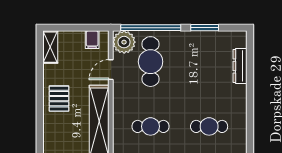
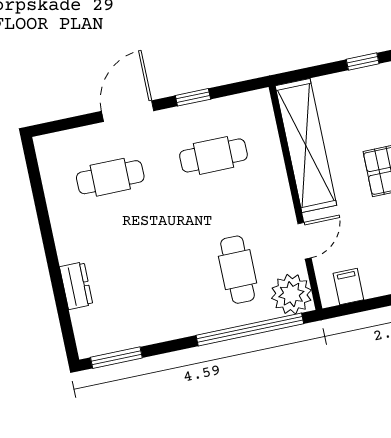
window: (205, 28) -> (116, 358), moved
cafe table: (151, 62) -> (238, 270), width x0.73, depth x0.74
dresser: (240, 66) -> (76, 286), width x0.70

